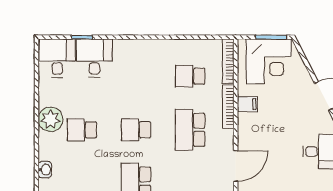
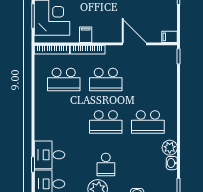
school desk: (190, 76) -> (64, 80), width x1.85
school desk: (136, 130) -> (106, 122), width x1.85

